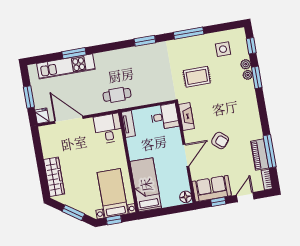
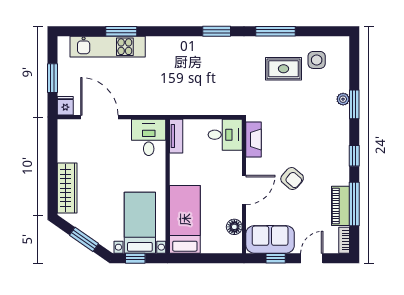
window: (251, 46) -> (354, 156), moved
plant: (246, 64) -> (343, 85), removed
rug: (197, 77) -> (283, 69), moved
cafe table: (117, 95) -> (168, 95), removed
floor lamp: (186, 197) -> (234, 227), moved

